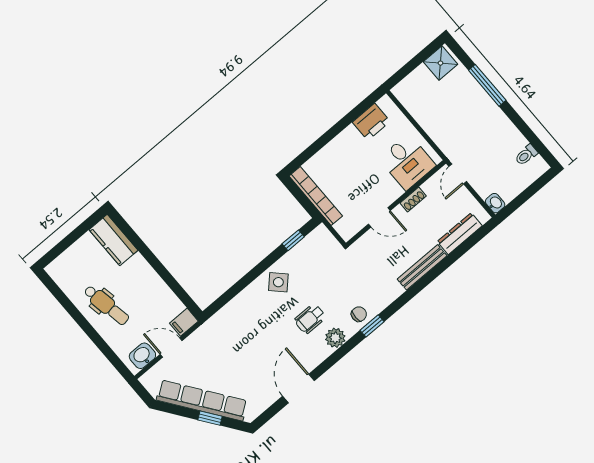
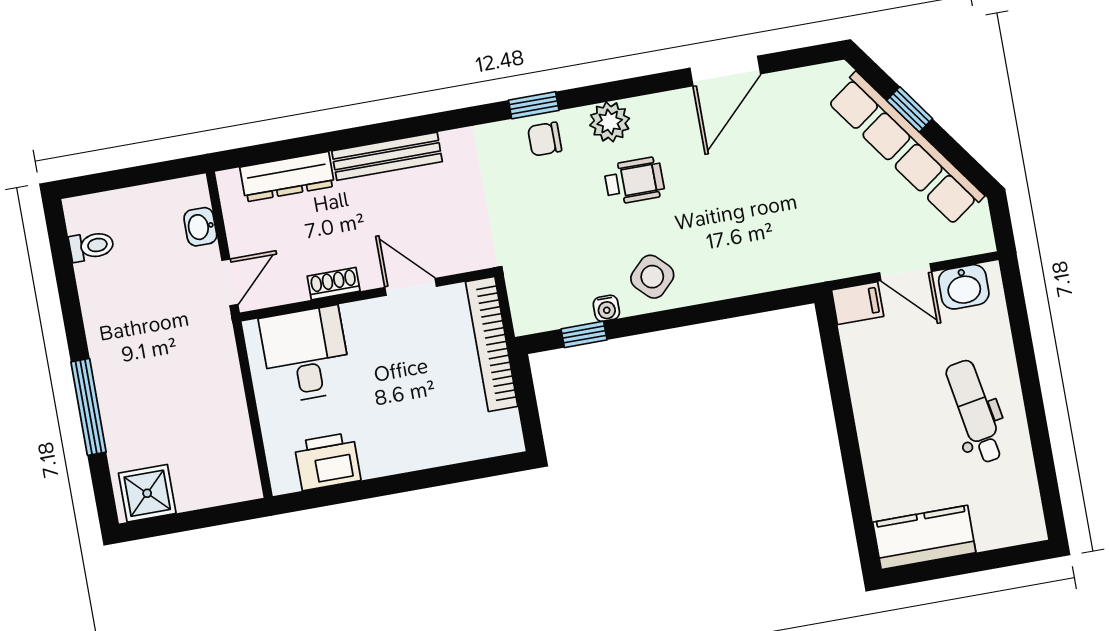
bookcase: (316, 196) -> (492, 344), moved
washbasin: (495, 203) -> (200, 227), moved
kitchen counter: (114, 240) -> (924, 537), moved, turned -90
water cooler: (290, 257) -> (606, 308), added

